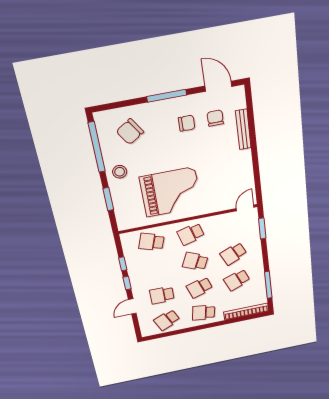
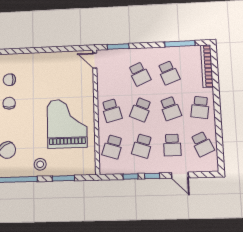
bench: (243, 129) -> (23, 58), removed
school desk: (157, 269) -> (142, 146), added

